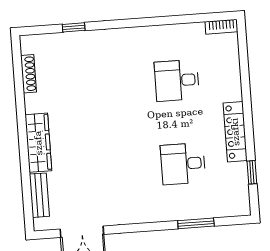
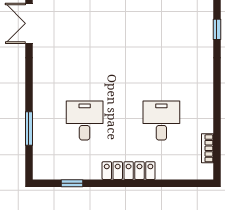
bookcase: (221, 27) -> (208, 148), moved
locker: (235, 132) -> (129, 171), moved

